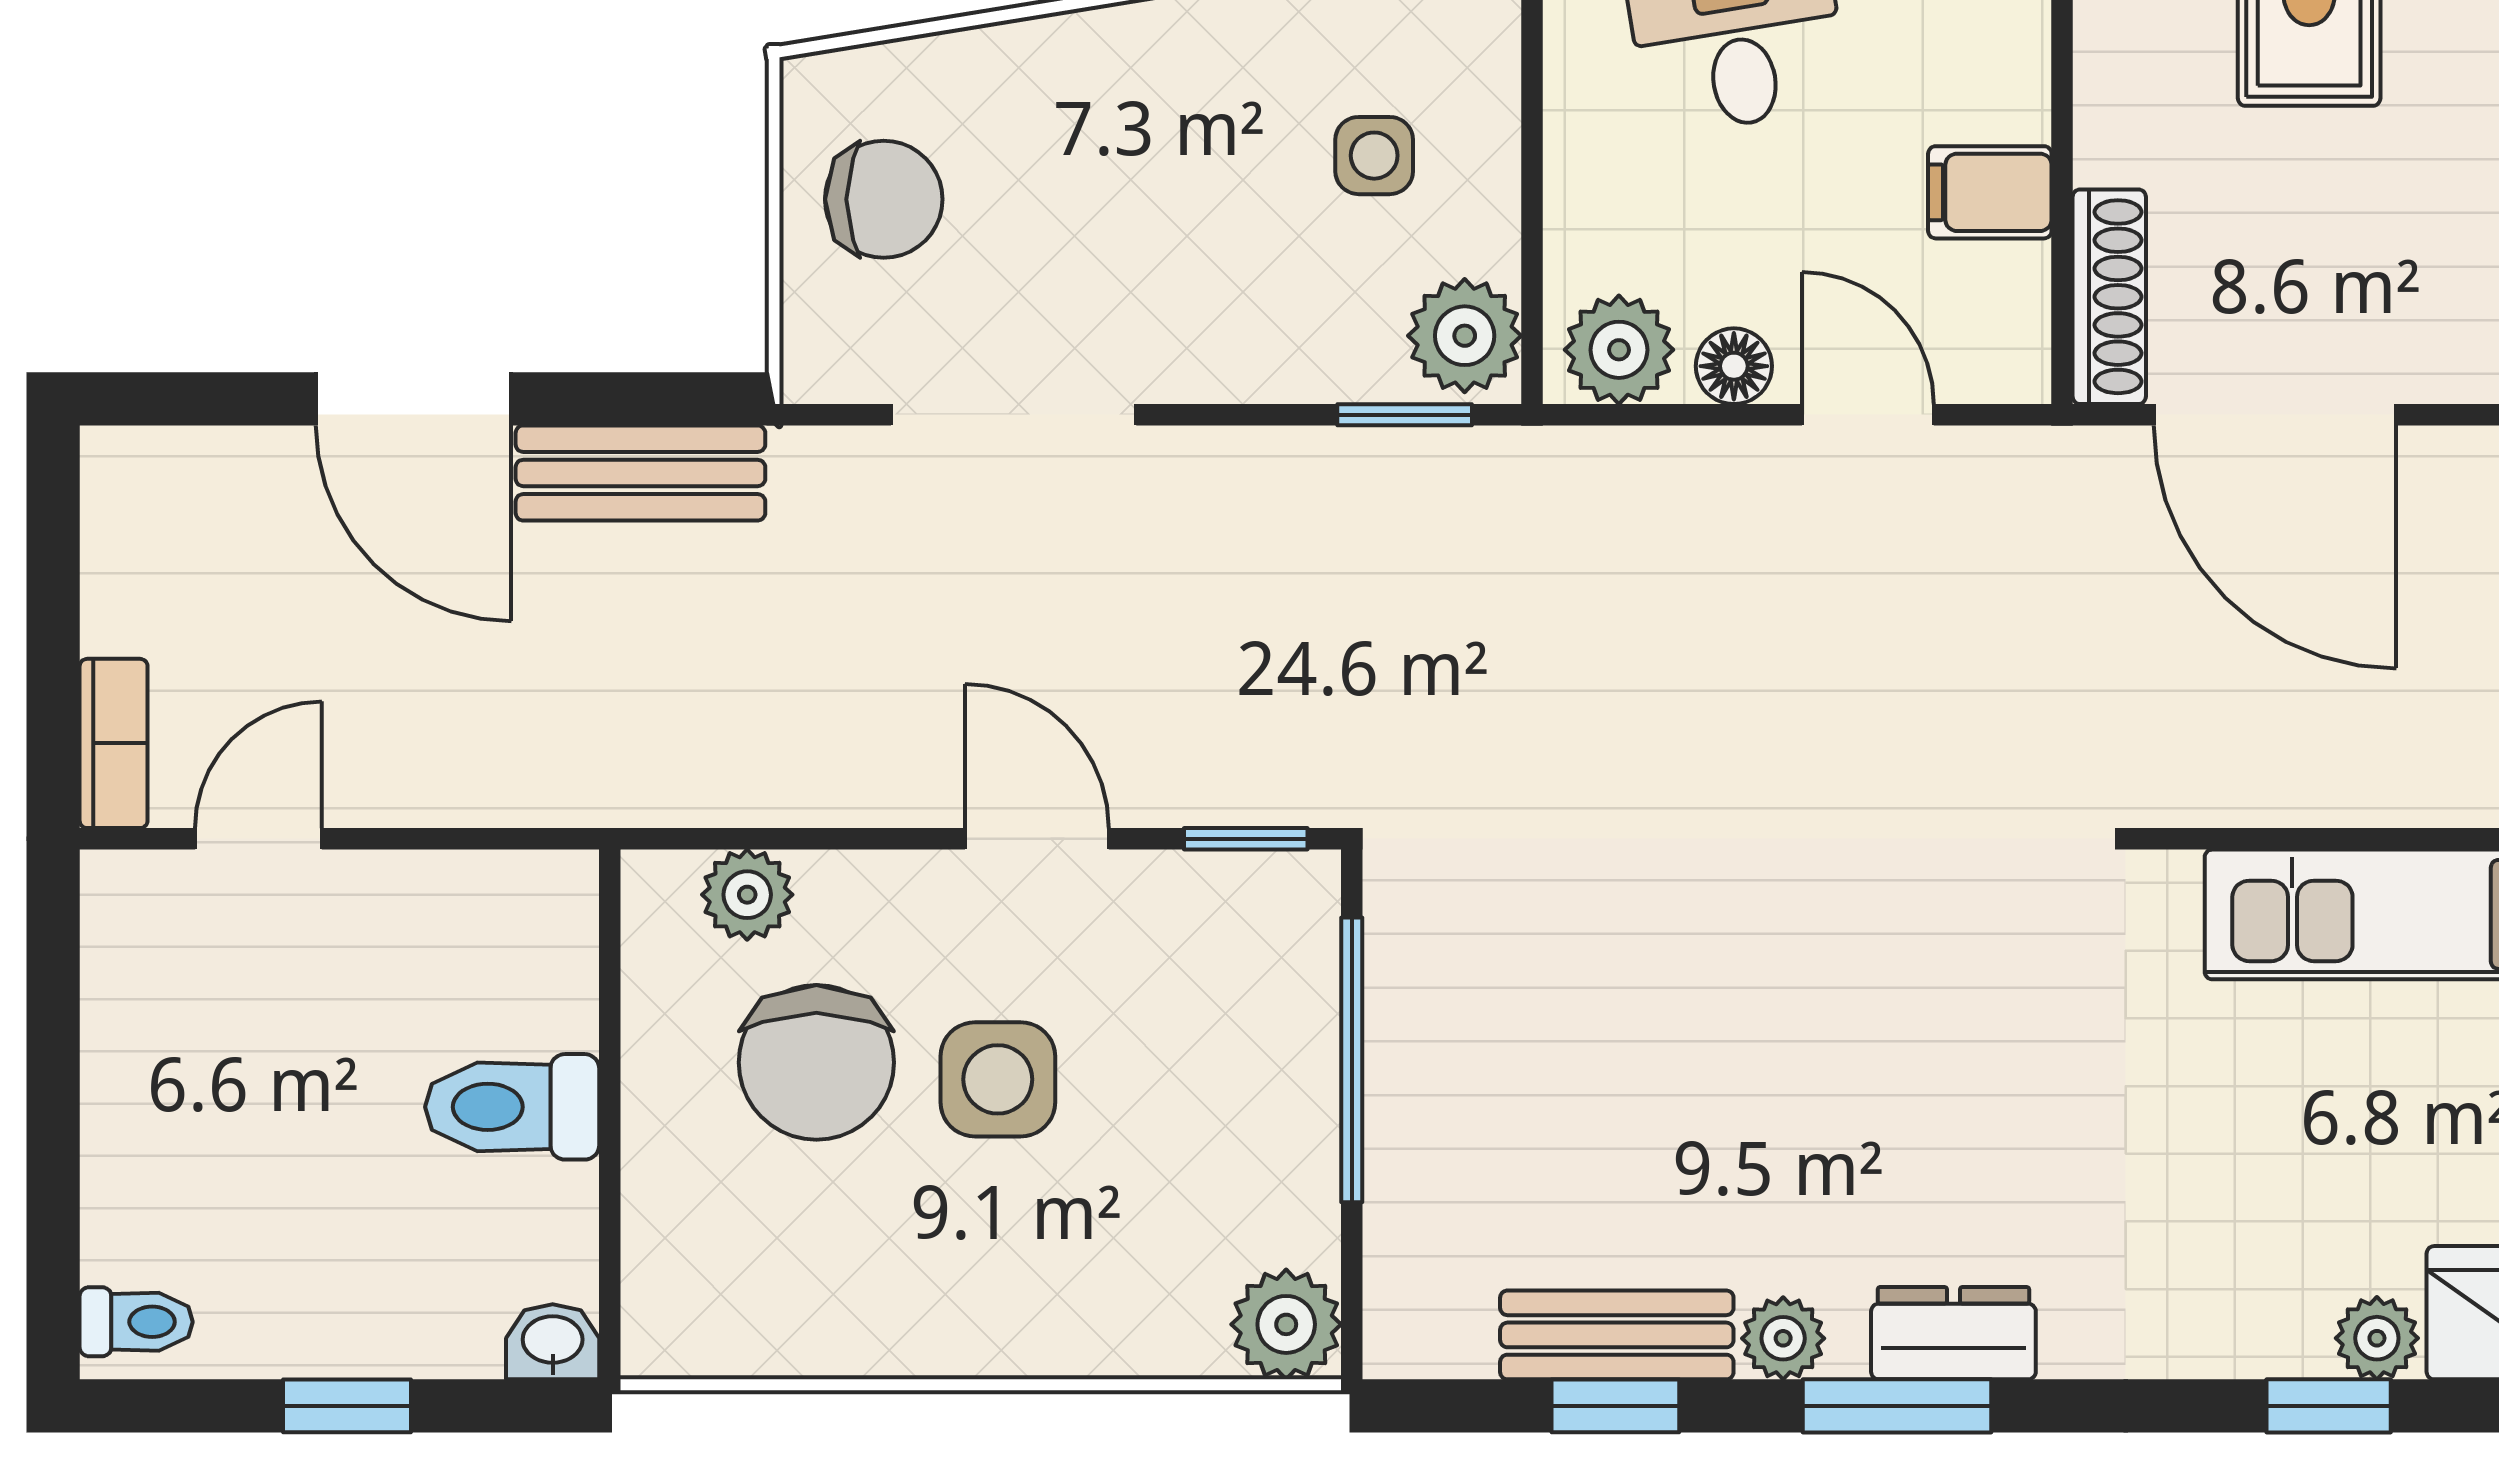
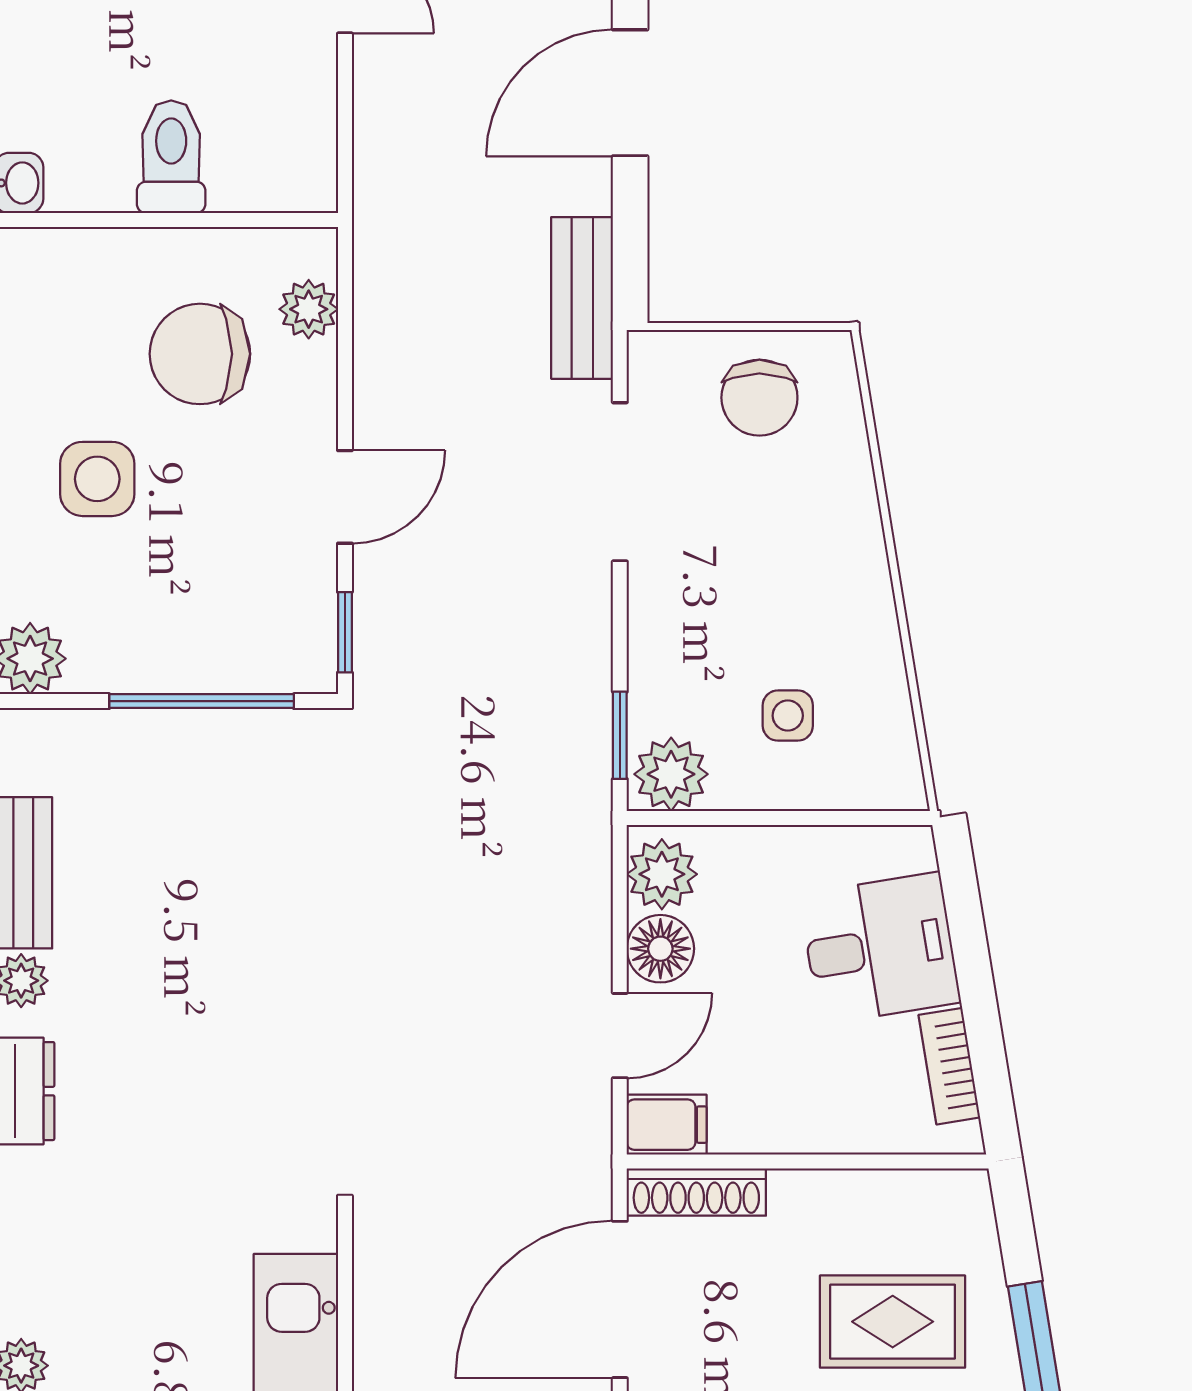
filing cabinet: (1990, 192) -> (667, 1125), moved, turned 90
floor lamp: (1734, 366) -> (660, 949), width x1.37, depth x1.37
bench: (640, 473) -> (582, 298), moved
side table: (998, 1079) -> (97, 479), moved

